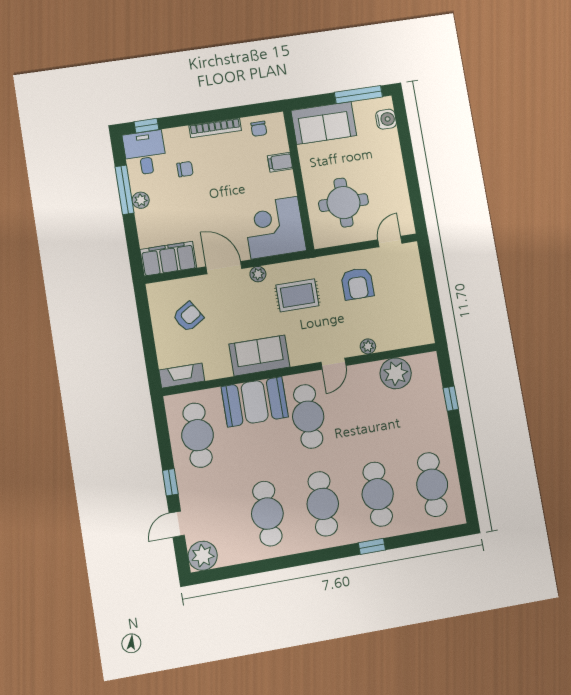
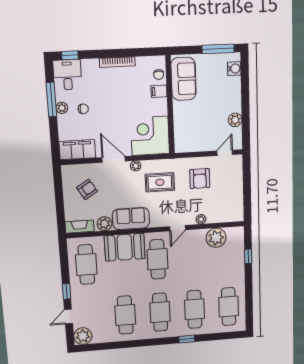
sofa: (324, 123) -> (184, 79), moved, turned -90
chair: (259, 129) -> (159, 75), moved
chair: (185, 169) -> (83, 109), moved
plant: (398, 192) -> (235, 120), added
round table: (343, 203) -> (198, 124), removed
plant: (220, 367) -> (105, 224), added

